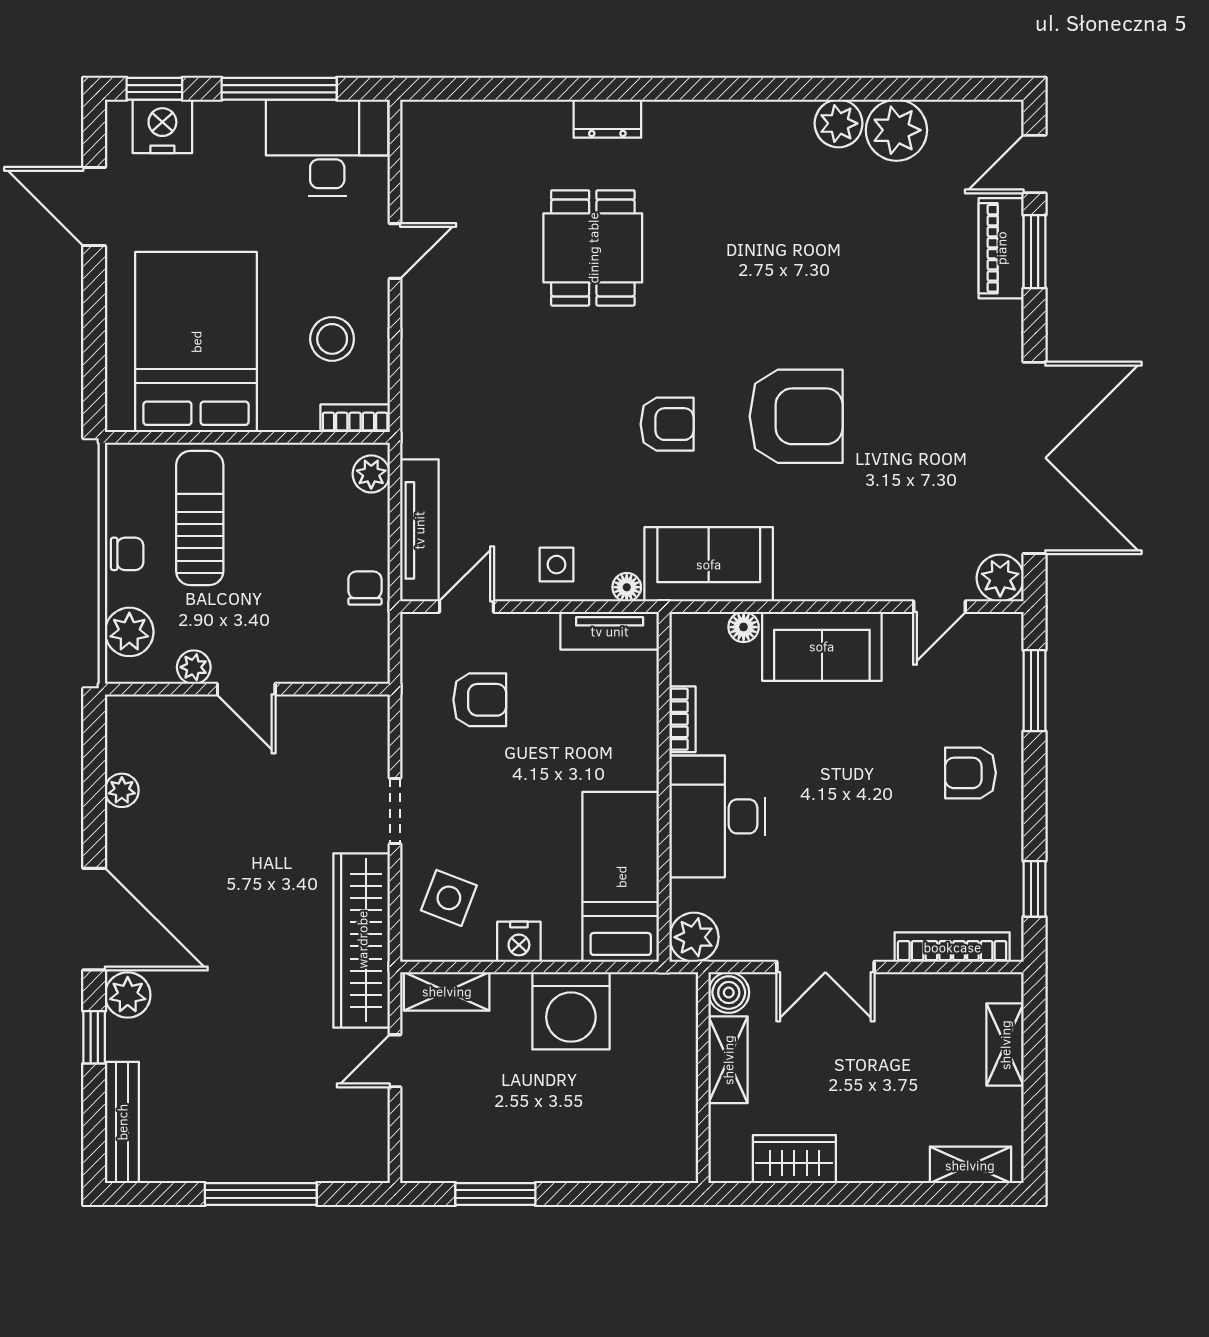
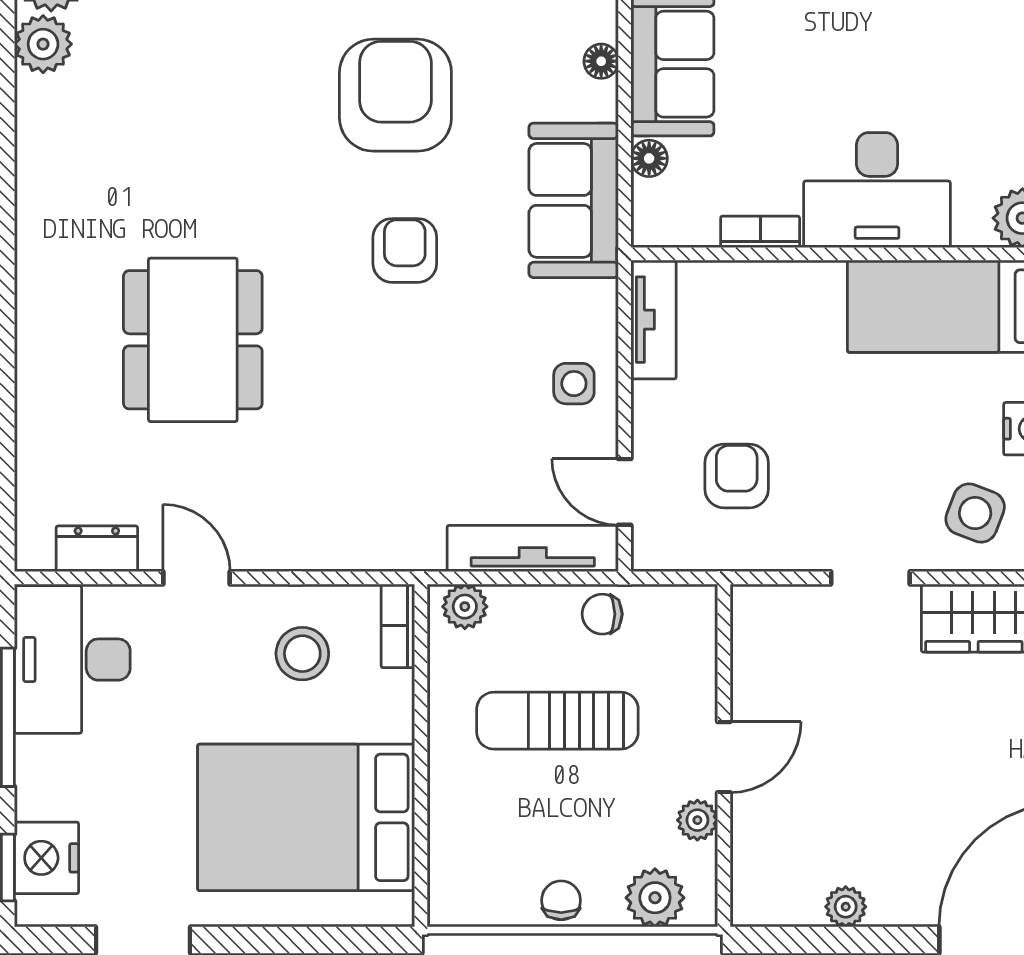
dresser: (607, 119) -> (97, 549), moved, turned -90
dining table: (593, 248) -> (193, 340), width x1.38
sun lounger: (200, 518) -> (557, 721), moved
floor lamp: (627, 587) -> (601, 61), moved

